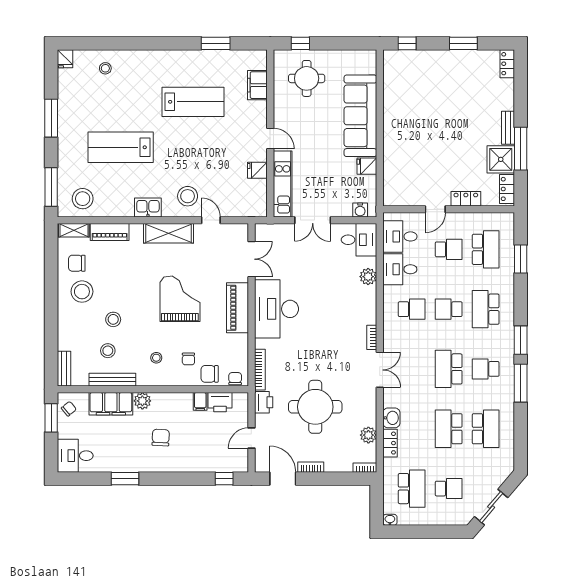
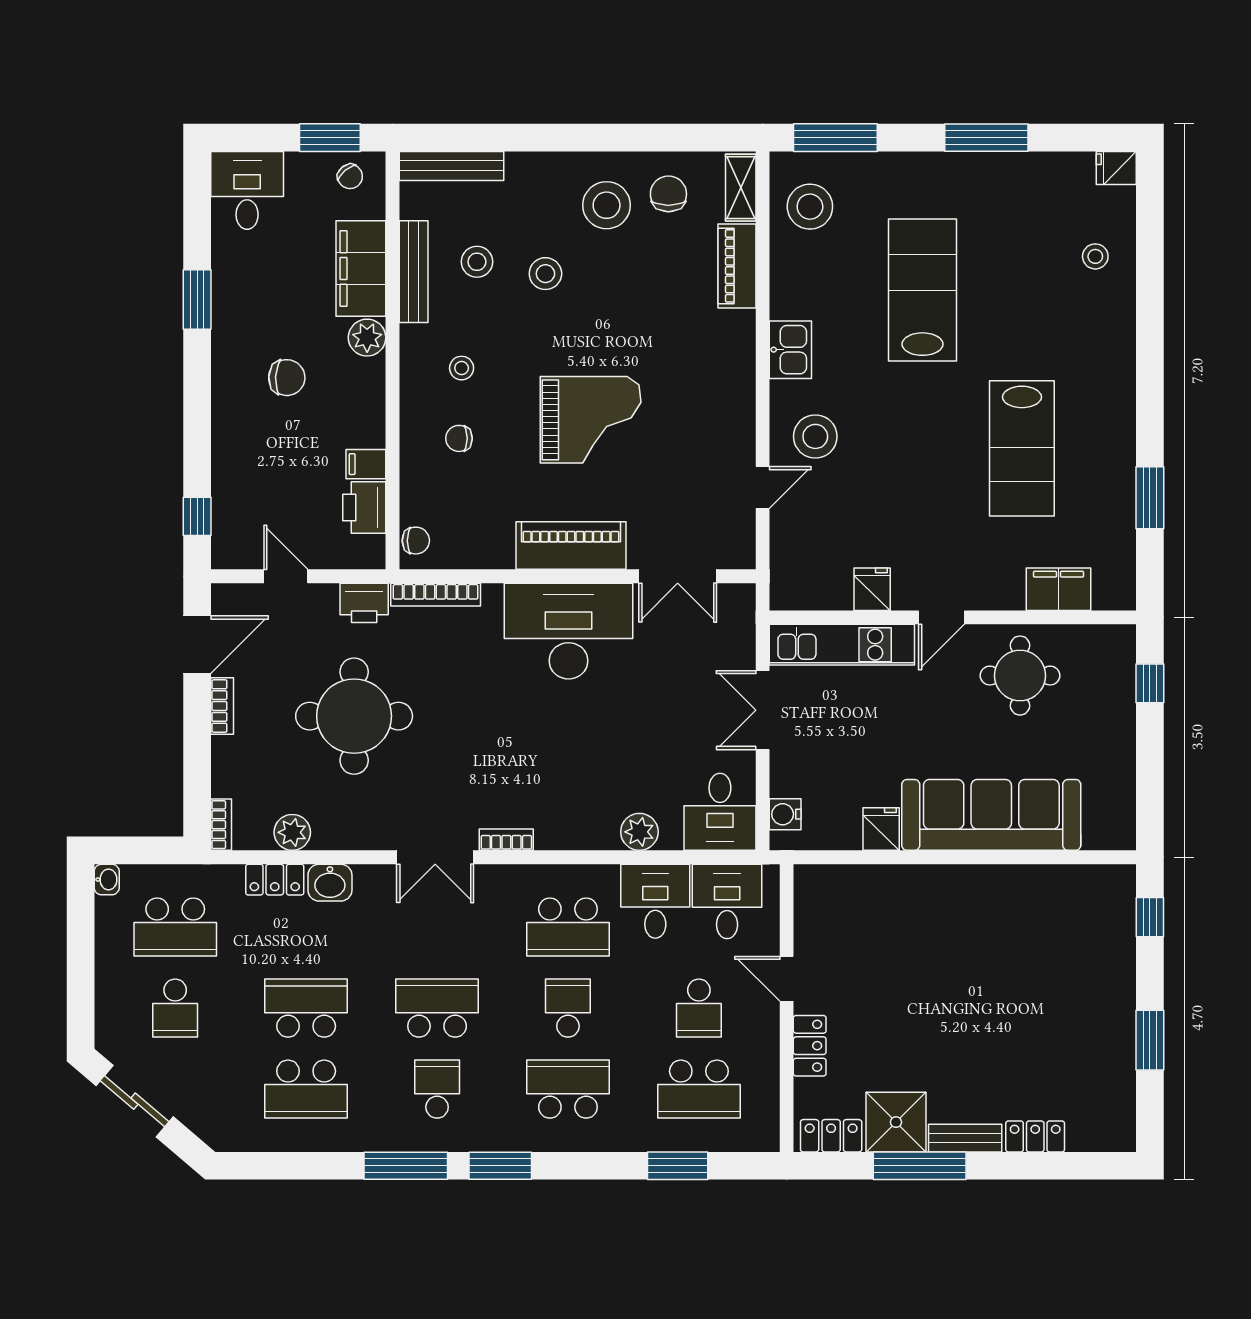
locker: (507, 64) -> (1035, 1136), moved
round table: (307, 78) -> (1020, 676), moved
shelving: (168, 233) -> (734, 395), removed
school desk: (412, 309) -> (568, 927), width x1.85
bench: (64, 369) -> (452, 166), width x1.36
chair: (210, 374) -> (426, 485), removed

